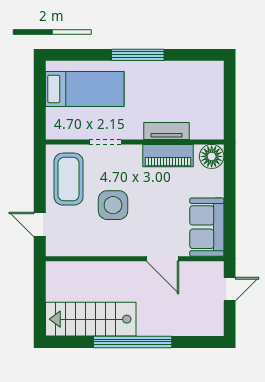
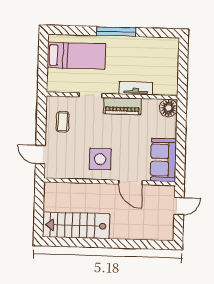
piano: (168, 156) -> (122, 106), moved
coffee table: (69, 179) -> (63, 122), width x0.54, depth x0.58
side table: (113, 205) -> (100, 159), moved
window: (133, 342) -> (106, 243), removed

